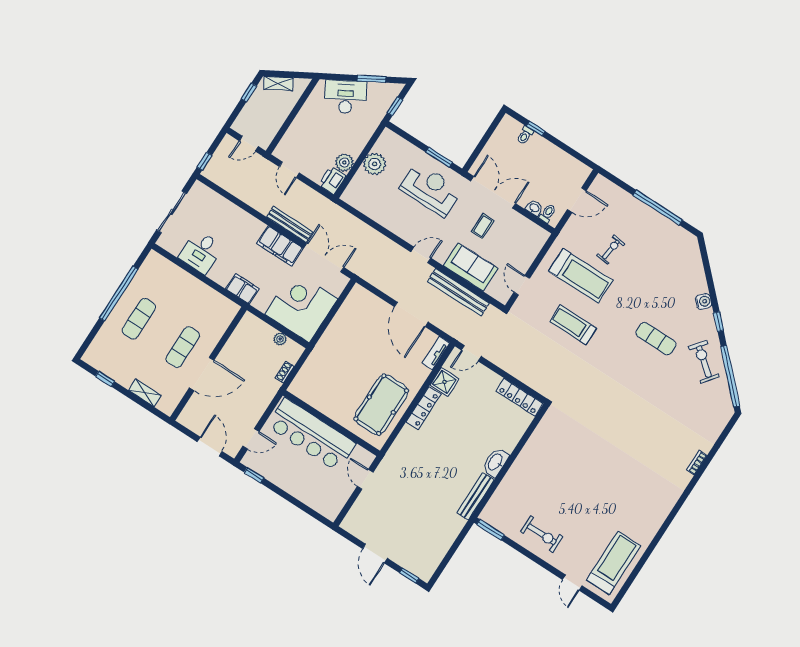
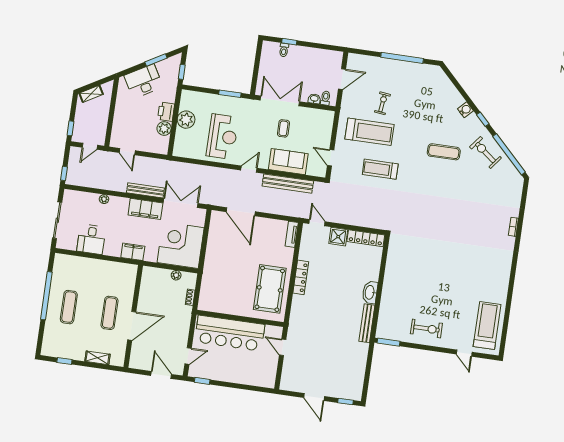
window: (249, 92) -> (70, 128), moved
printer: (332, 180) -> (166, 112), moved
reception desk: (431, 189) -> (222, 137), moved, turned 90
plant: (237, 212) -> (104, 199), added
door: (411, 314) -> (241, 212), moved
door: (471, 353) -> (317, 223), swing flipped
shower: (444, 382) -> (338, 237), moved

